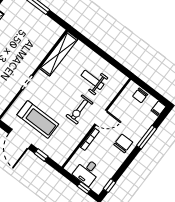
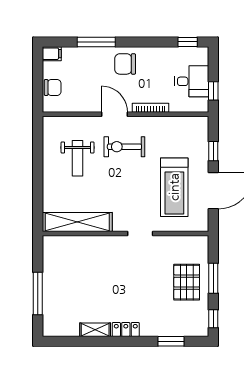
exercise bike: (80, 109) -> (124, 147), turned 180
treadmill: (38, 119) -> (174, 187), turned 180
window: (84, 188) -> (213, 91), moved

